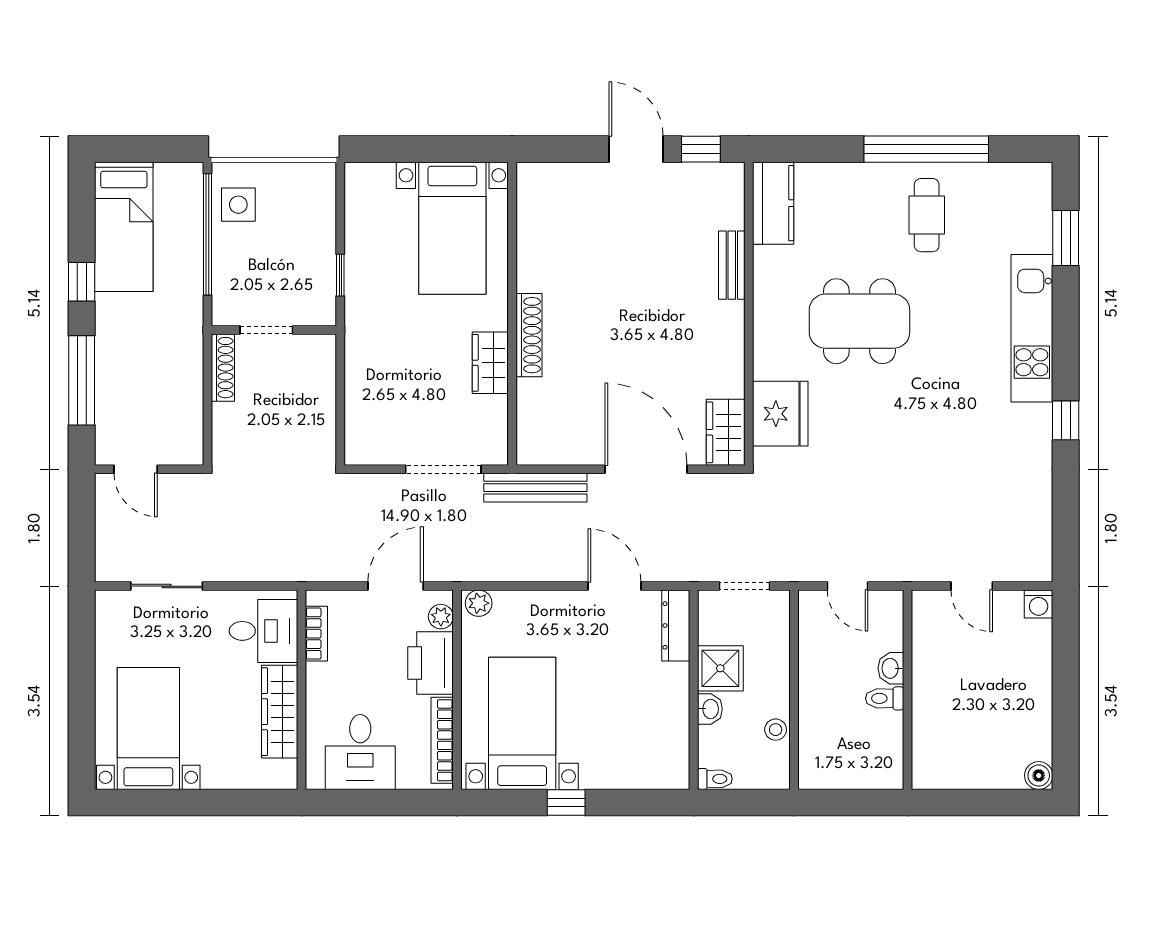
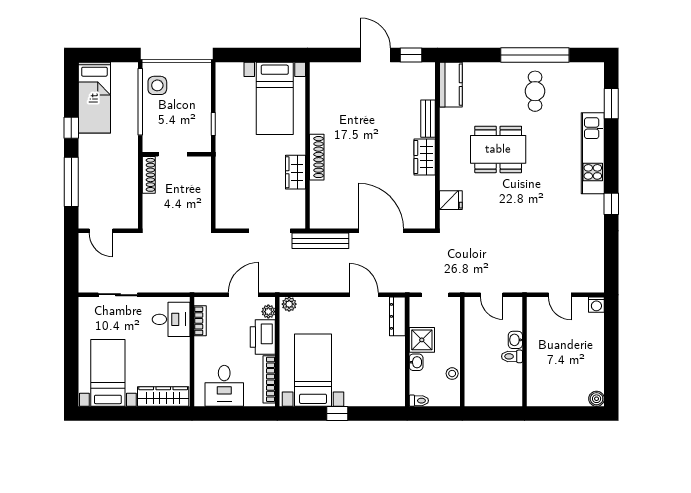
fridge: (780, 414) -> (451, 200), width x0.53, depth x0.75
wardrobe: (726, 432) -> (425, 157), moved
wardrobe: (280, 712) -> (163, 397), moved, turned 90

